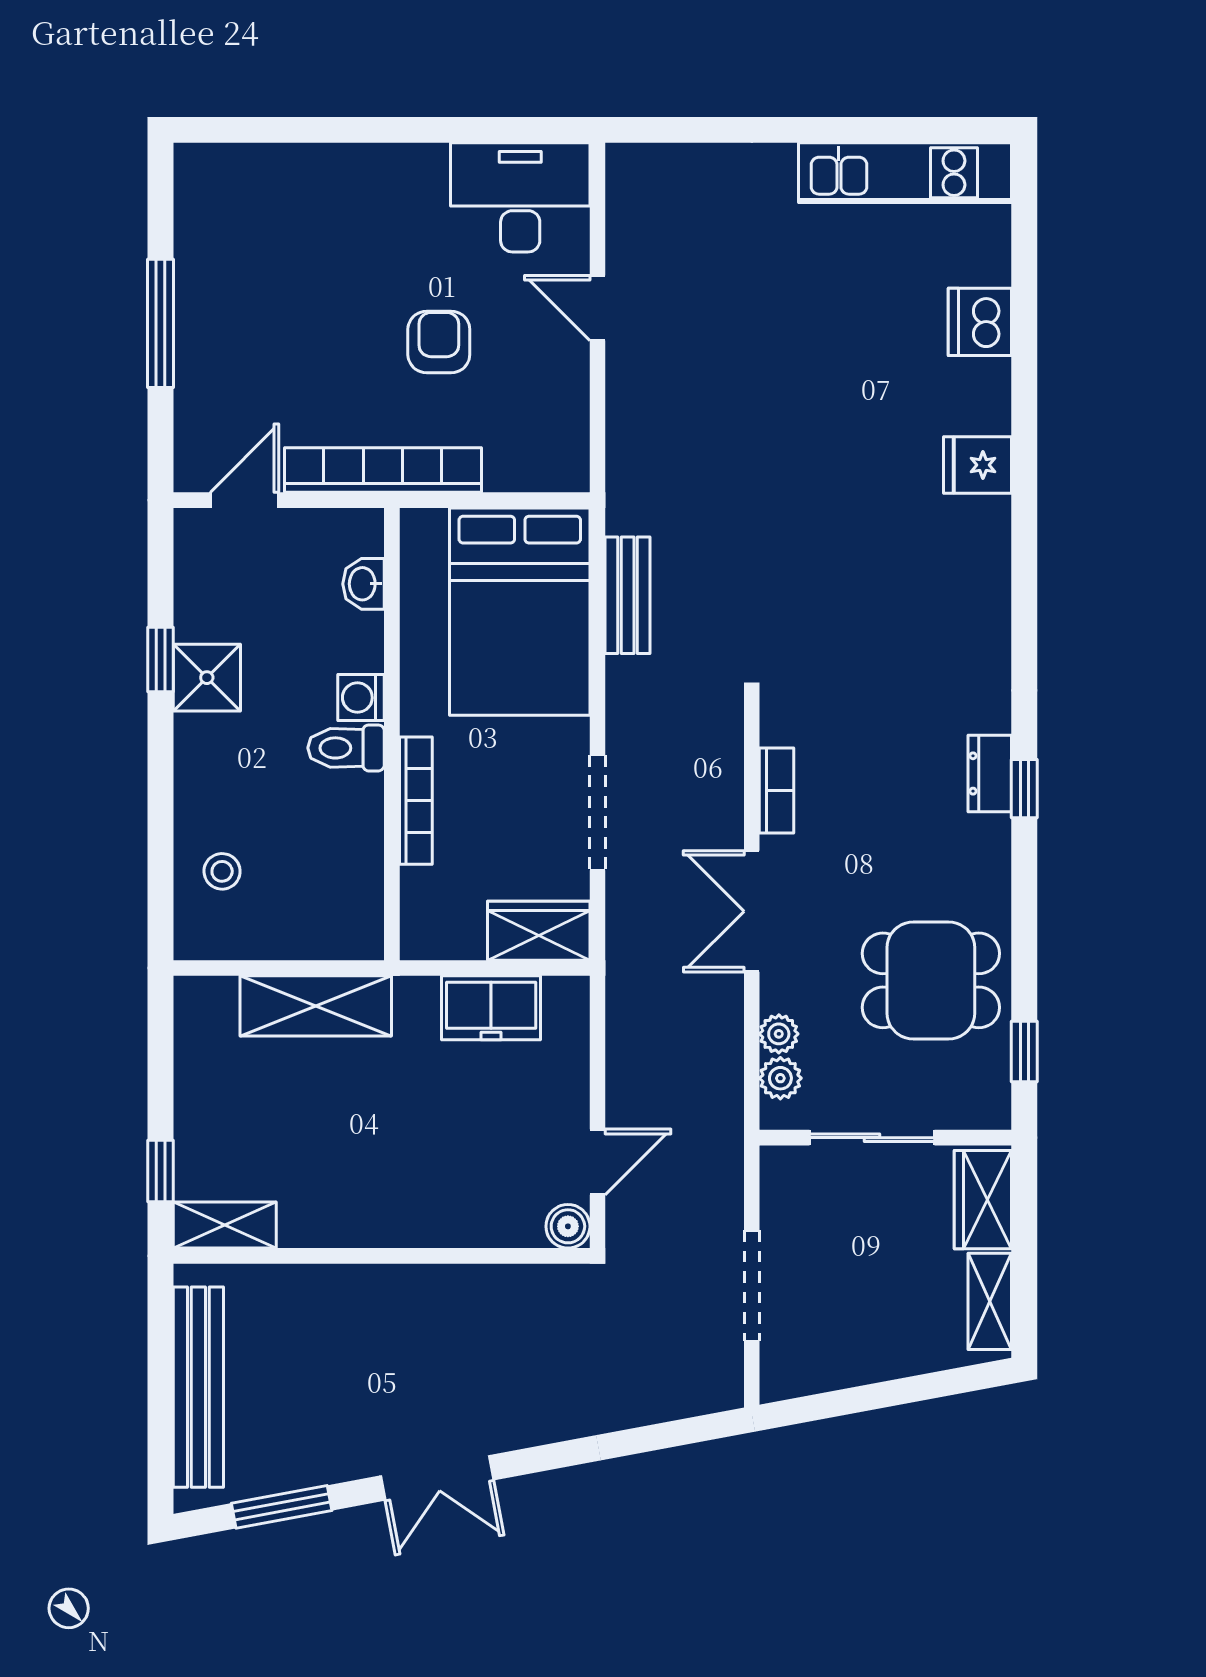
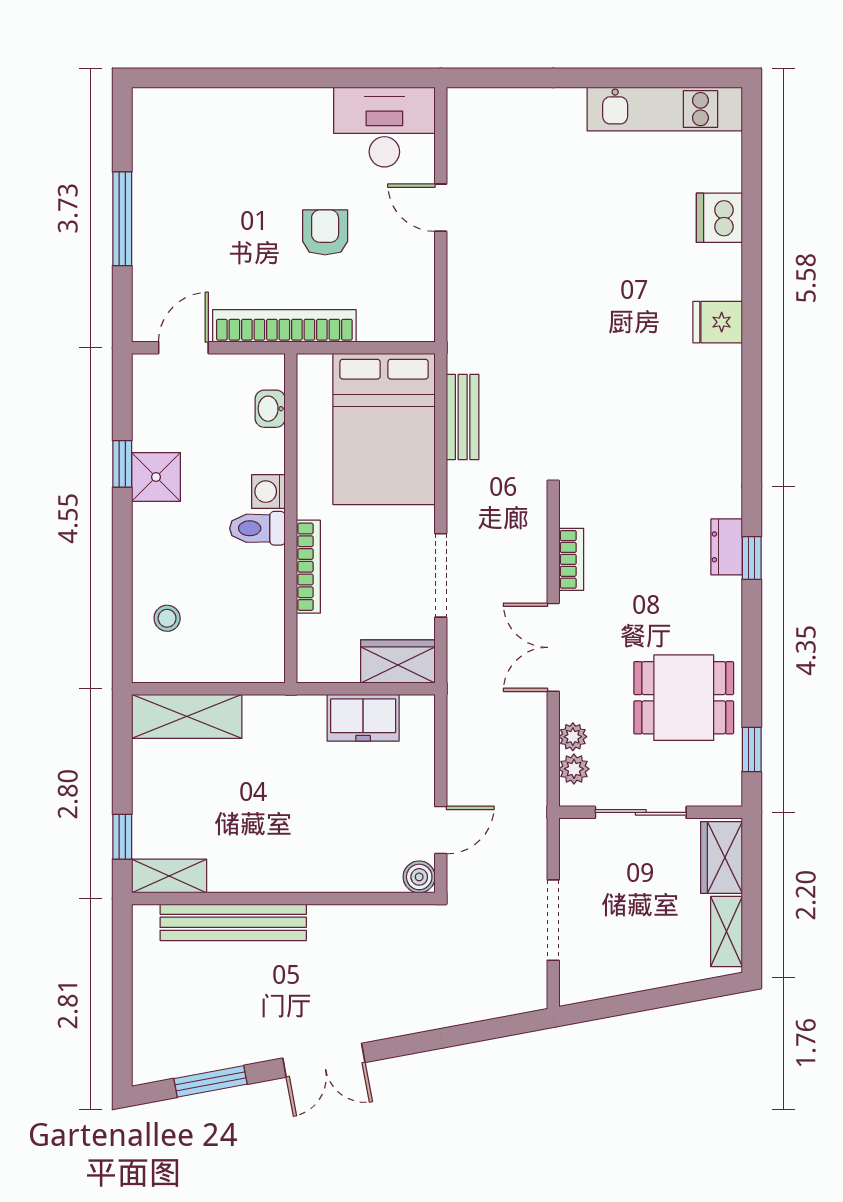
shelving: (316, 1006) -> (187, 716), moved
bench: (198, 1387) -> (233, 922), moved, turned 90

